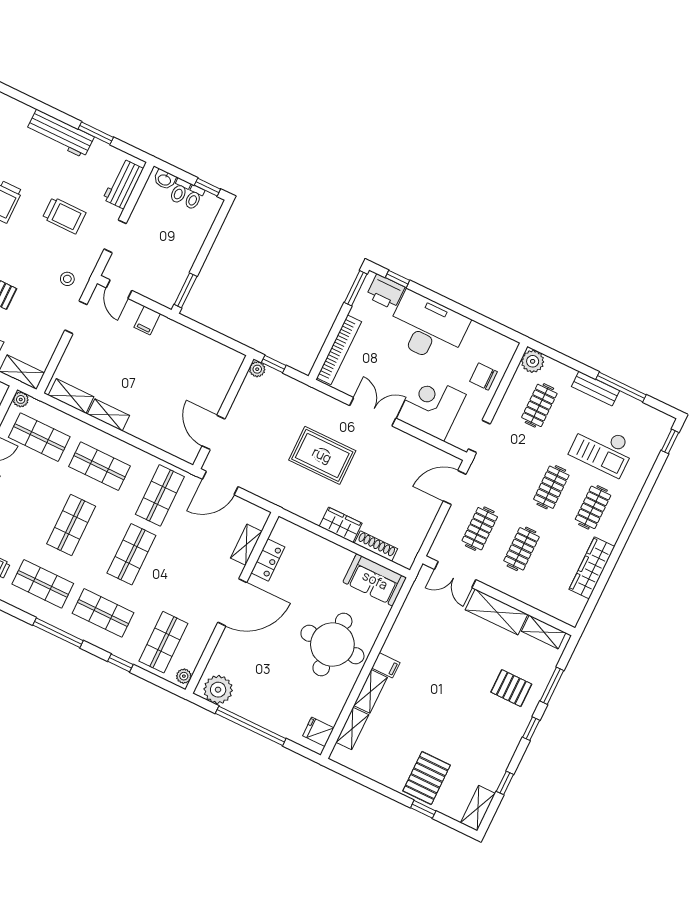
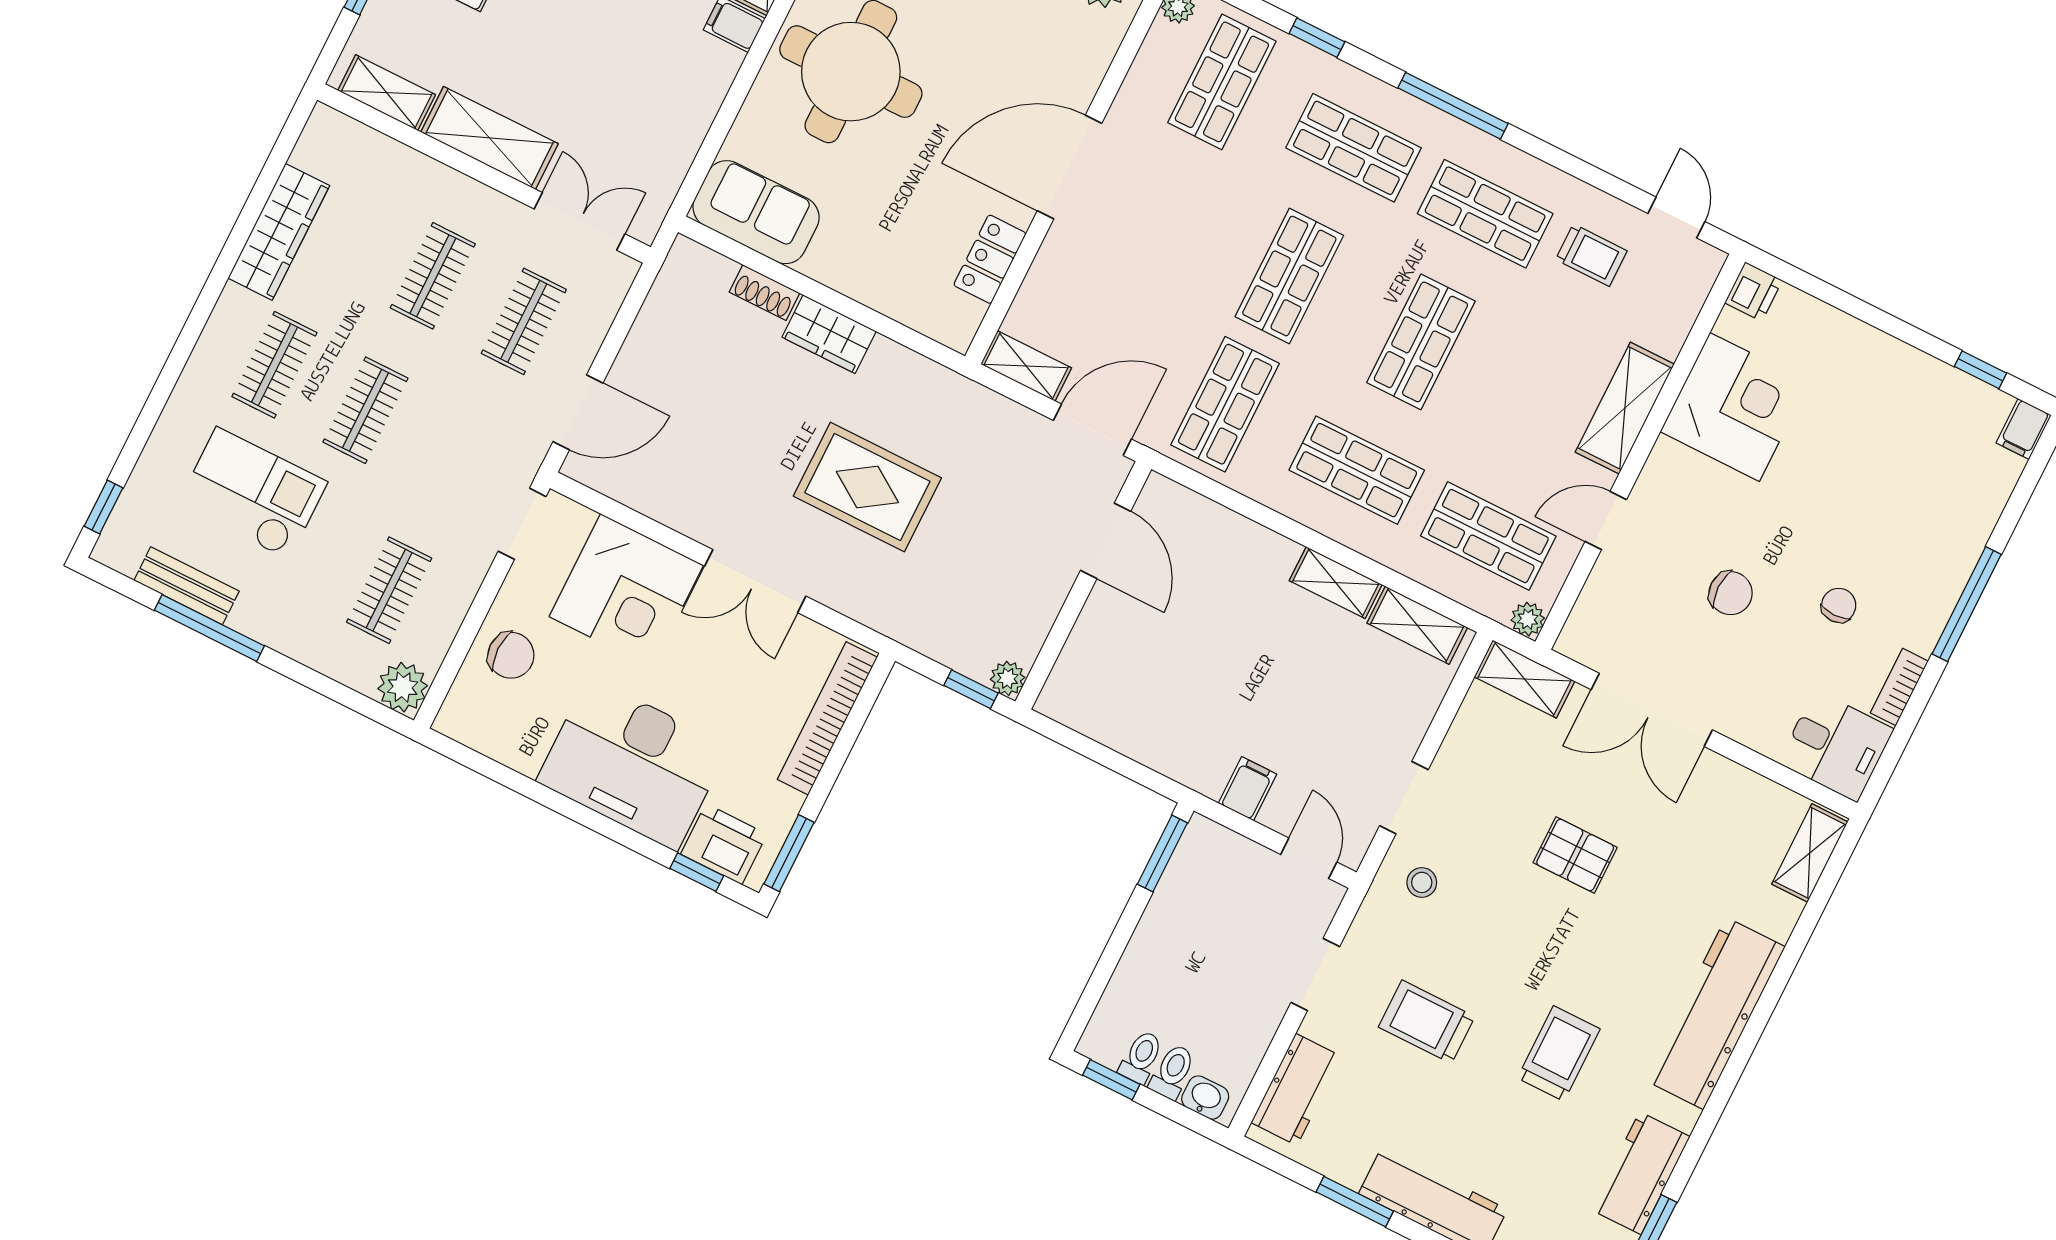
bench: (595, 389) -> (187, 586), moved
shelving: (246, 545) -> (1026, 366), moved, turned 90
shoe rack: (376, 546) -> (764, 293), width x0.70

